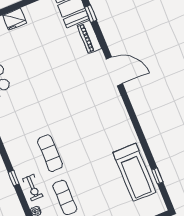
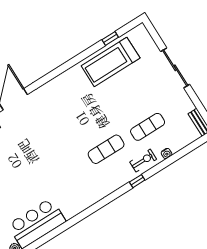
treadmill: (134, 172) -> (111, 62), turned 180

